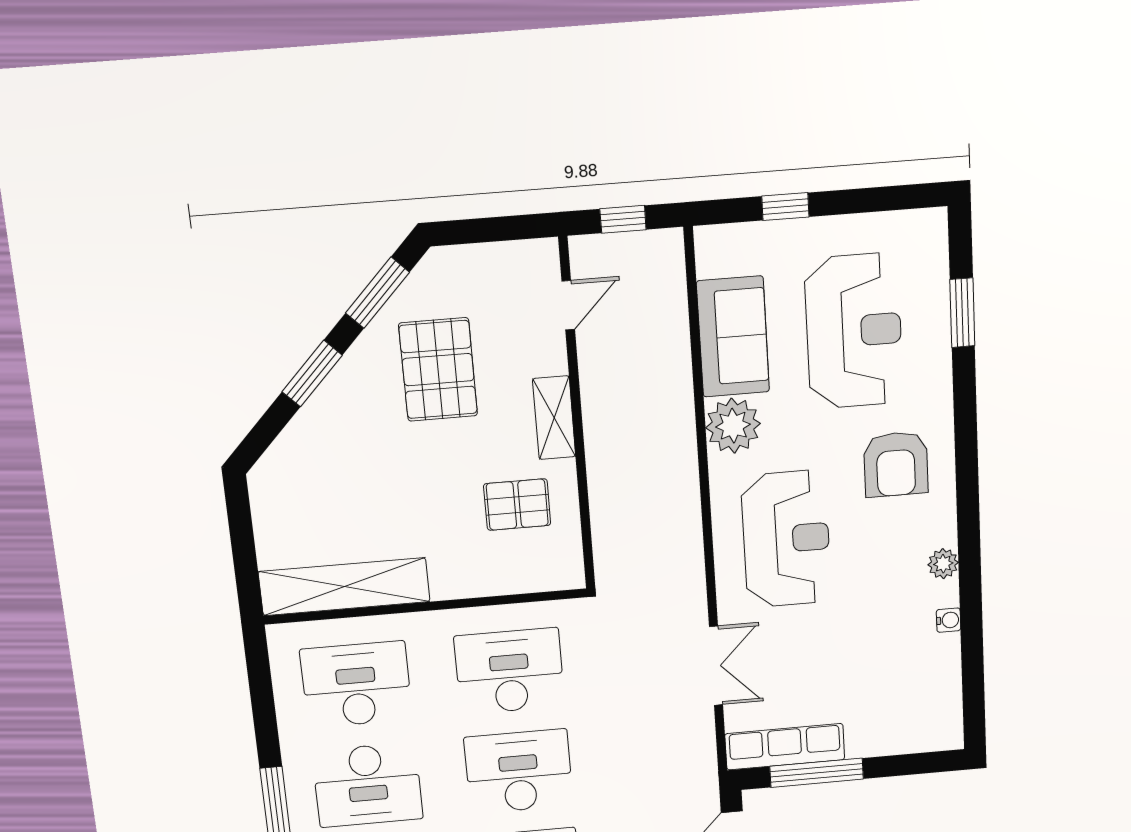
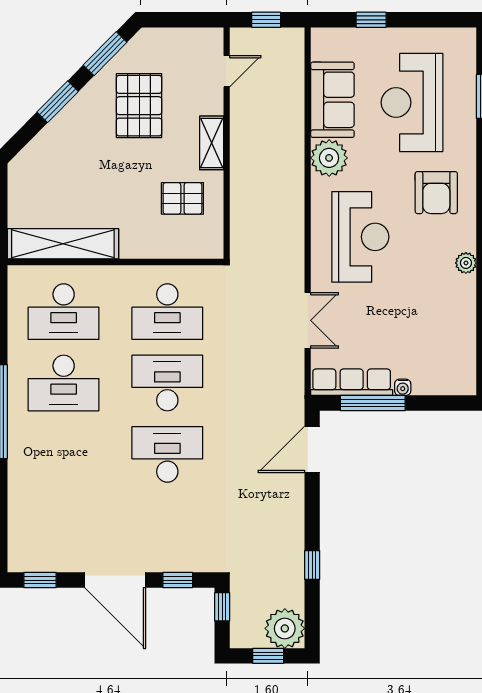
reception desk: (854, 331) -> (412, 103), turned 180
water cooler: (949, 620) -> (403, 387), moved, turned 90
desk: (509, 671) -> (167, 312), turned 180
desk: (356, 684) -> (64, 312), turned 180

